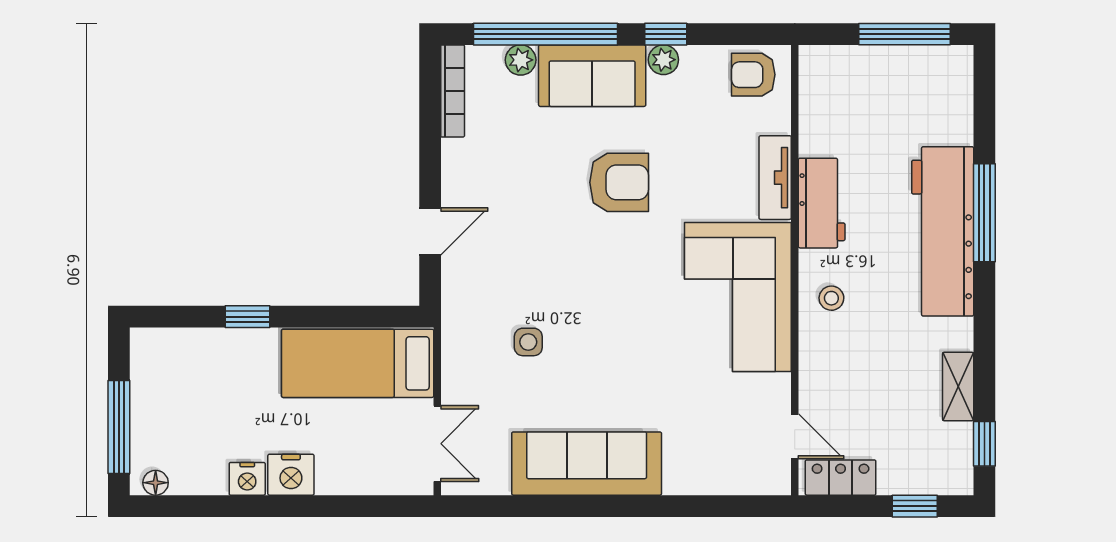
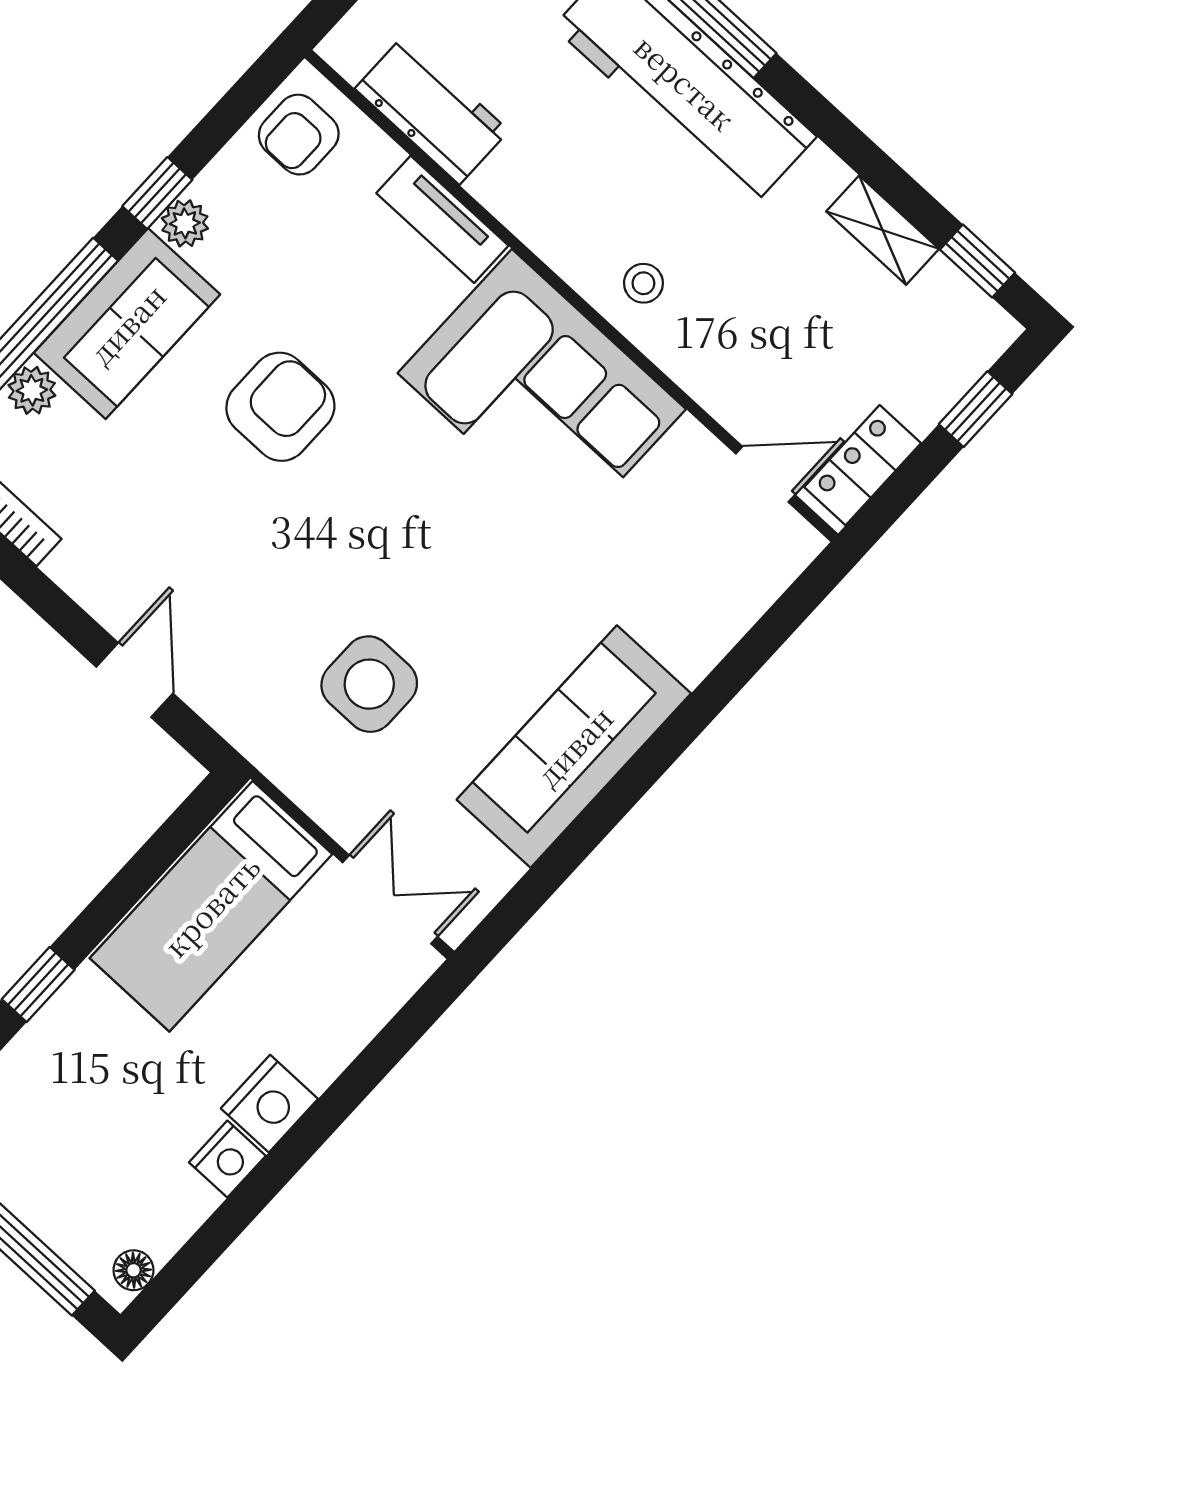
workbench: (822, 203) -> (432, 110), moved
side table: (528, 342) -> (369, 684), width x1.87, depth x1.87

